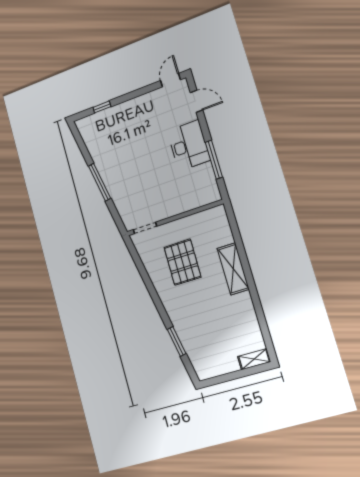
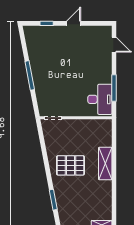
door: (170, 80) -> (74, 23), moved
desk: (189, 145) -> (100, 99), moved
pallet: (182, 262) -> (70, 165), moved, turned 90

